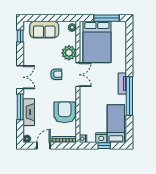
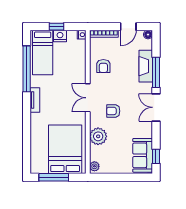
sofa: (44, 30) -> (143, 155), moved, turned -90
double door: (78, 75) -> (88, 98), moved
window: (129, 96) -> (27, 69), moved
armchair: (65, 112) -> (103, 66), width x0.53, depth x0.53

